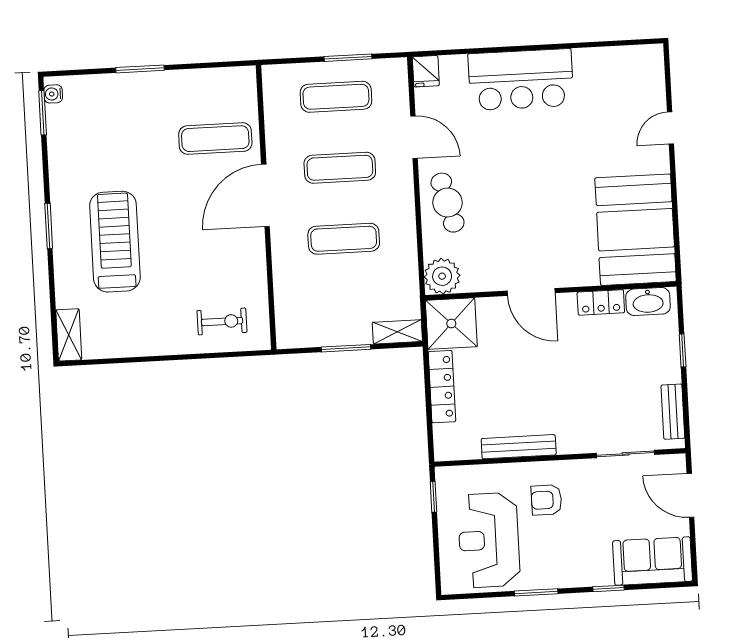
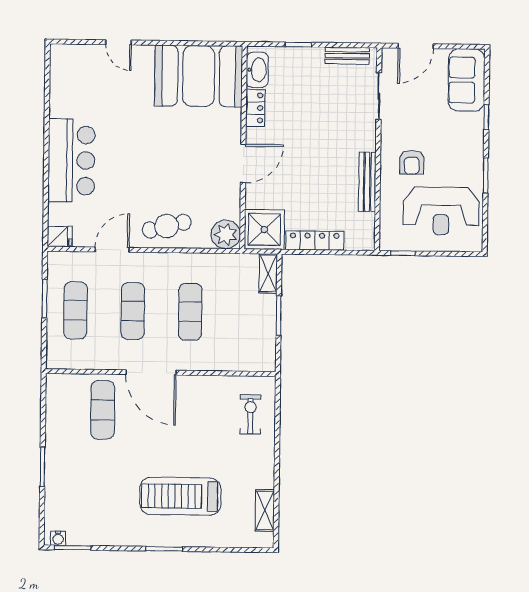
shelving: (69, 335) -> (265, 510), moved, turned 90

